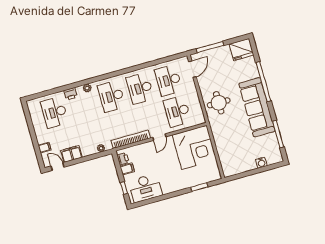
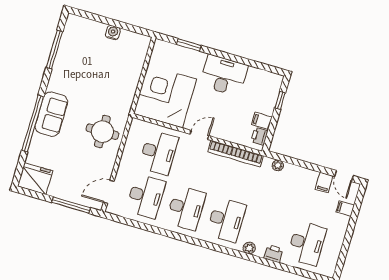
sofa: (257, 107) -> (51, 114), width x0.54, depth x0.79
filing cabinet: (71, 154) -> (324, 183), width x0.50
water cooler: (261, 163) -> (113, 33), moved
desk: (145, 188) -> (224, 75), moved

